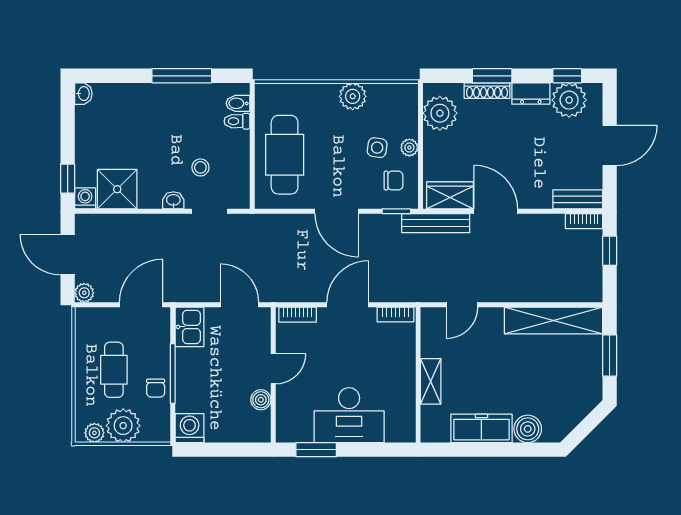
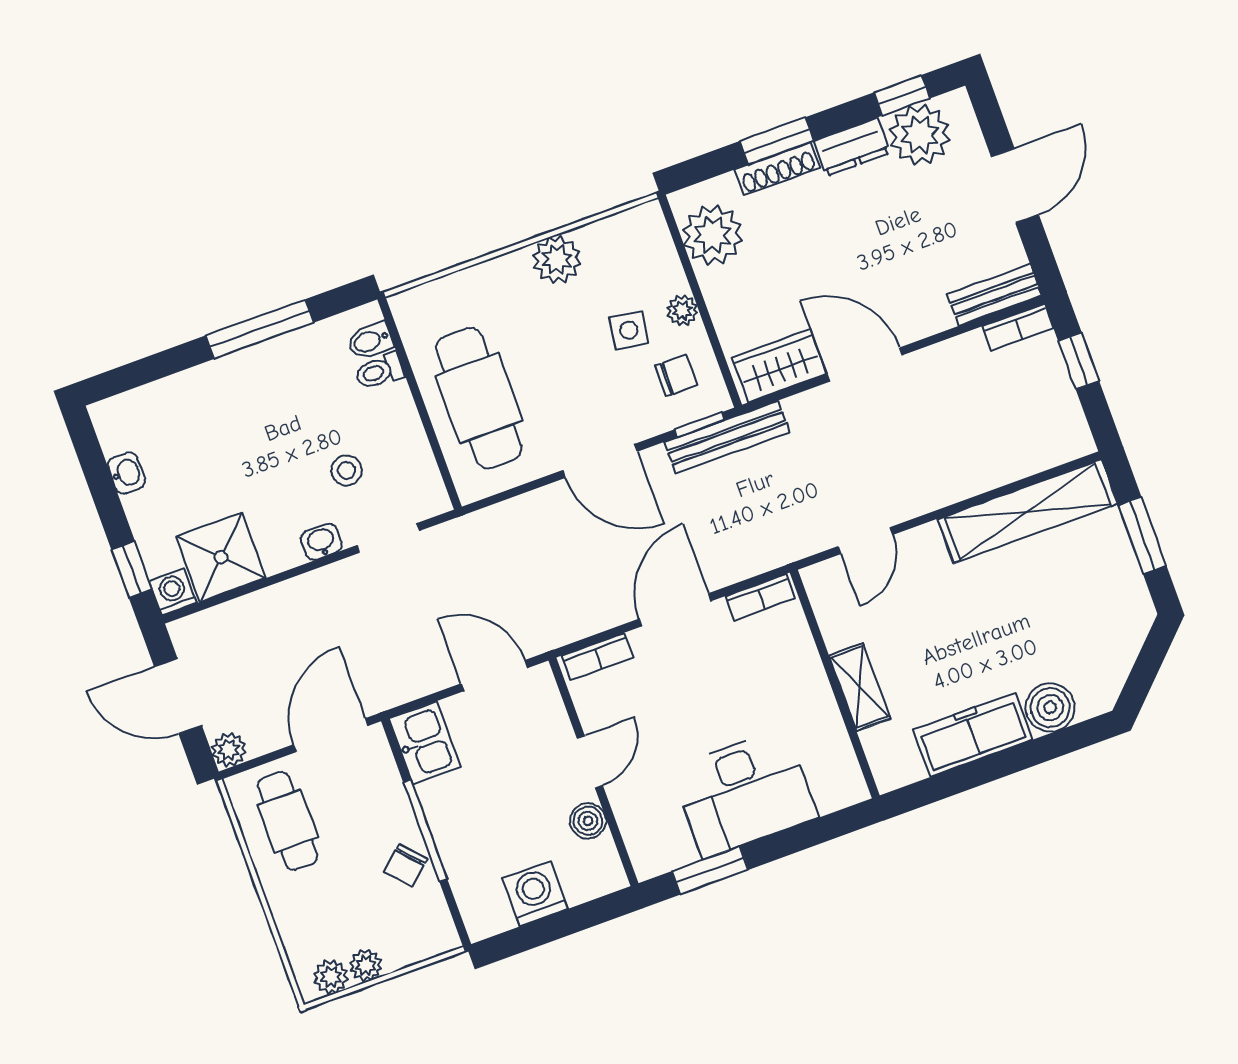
washbasin: (83, 94) -> (126, 473), moved
bench: (436, 223) -> (727, 437), moved
cafe table: (114, 370) -> (288, 821), moved
chair: (156, 388) -> (406, 865), turned 48
plant: (123, 426) -> (366, 965), width x0.53, depth x0.53
washing machine: (190, 428) -> (535, 894), moved

